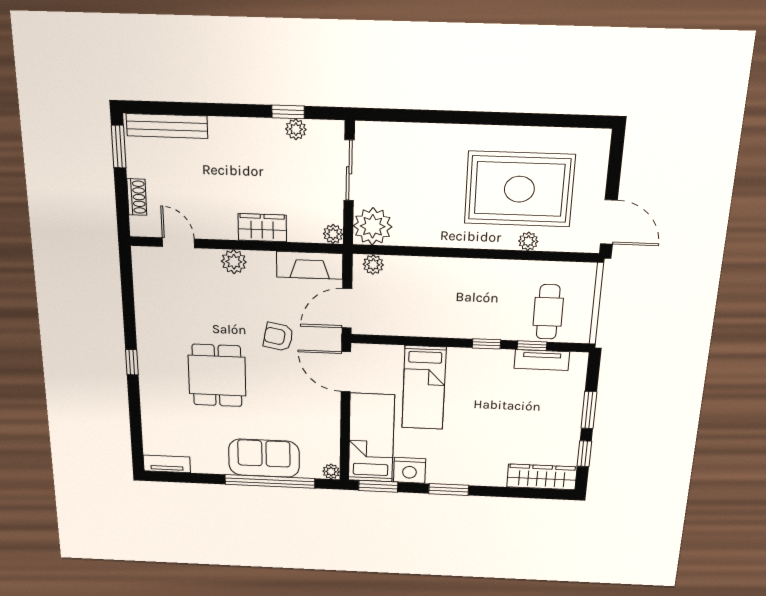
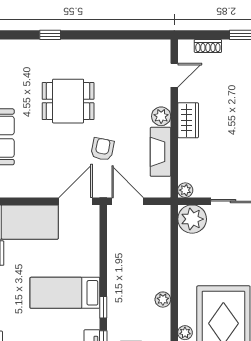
wardrobe: (262, 228) -> (188, 120), moved
fireplace: (310, 265) -> (160, 152), moved
plant: (373, 265) -> (163, 300), moved
window: (132, 362) -> (50, 35), moved
bed: (424, 388) -> (65, 293), moved

